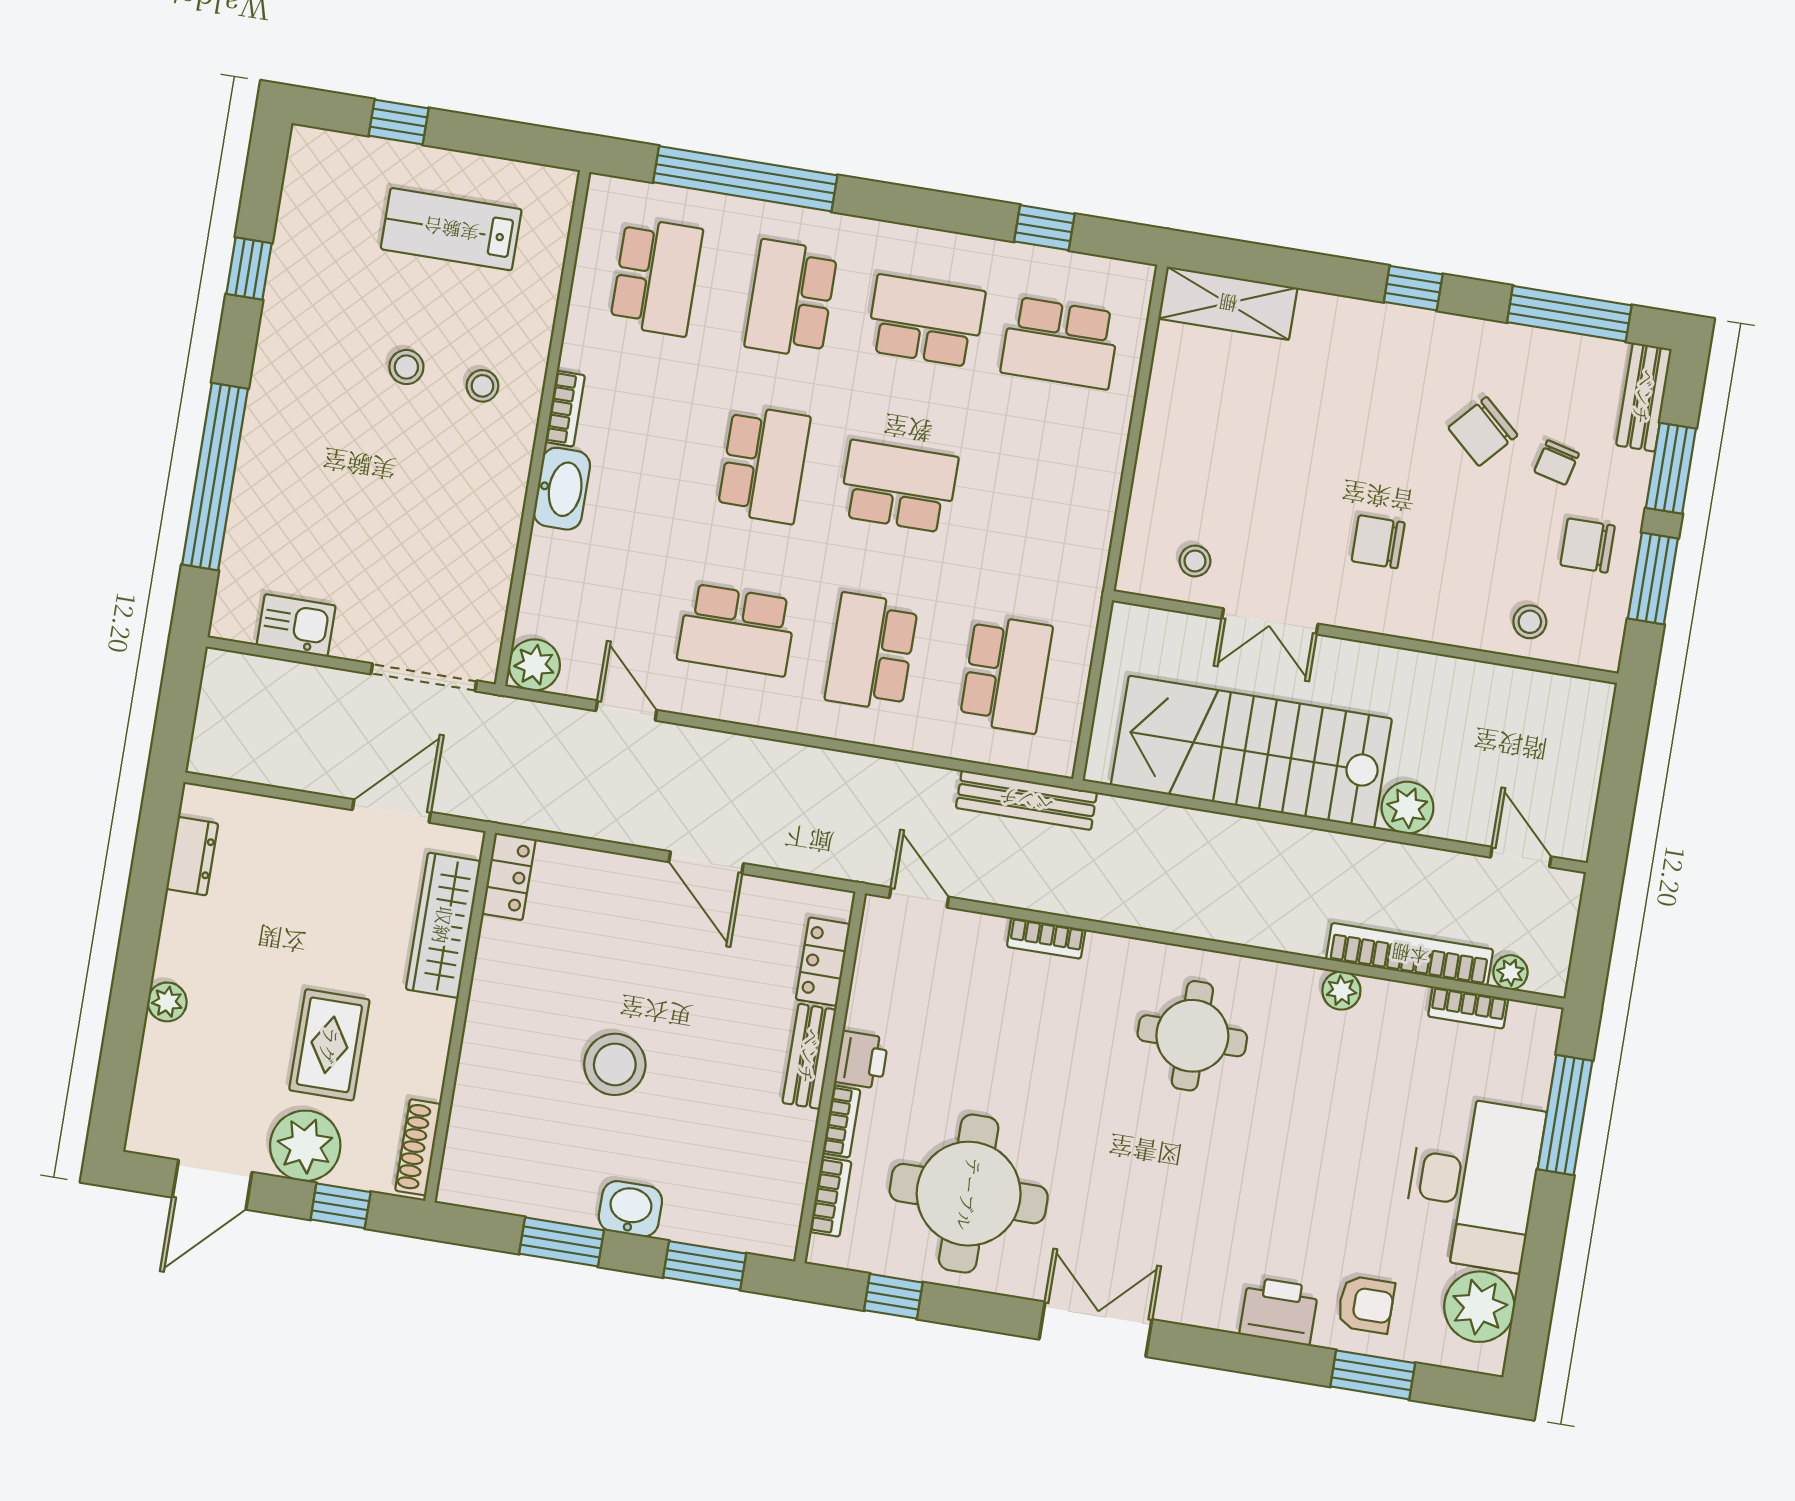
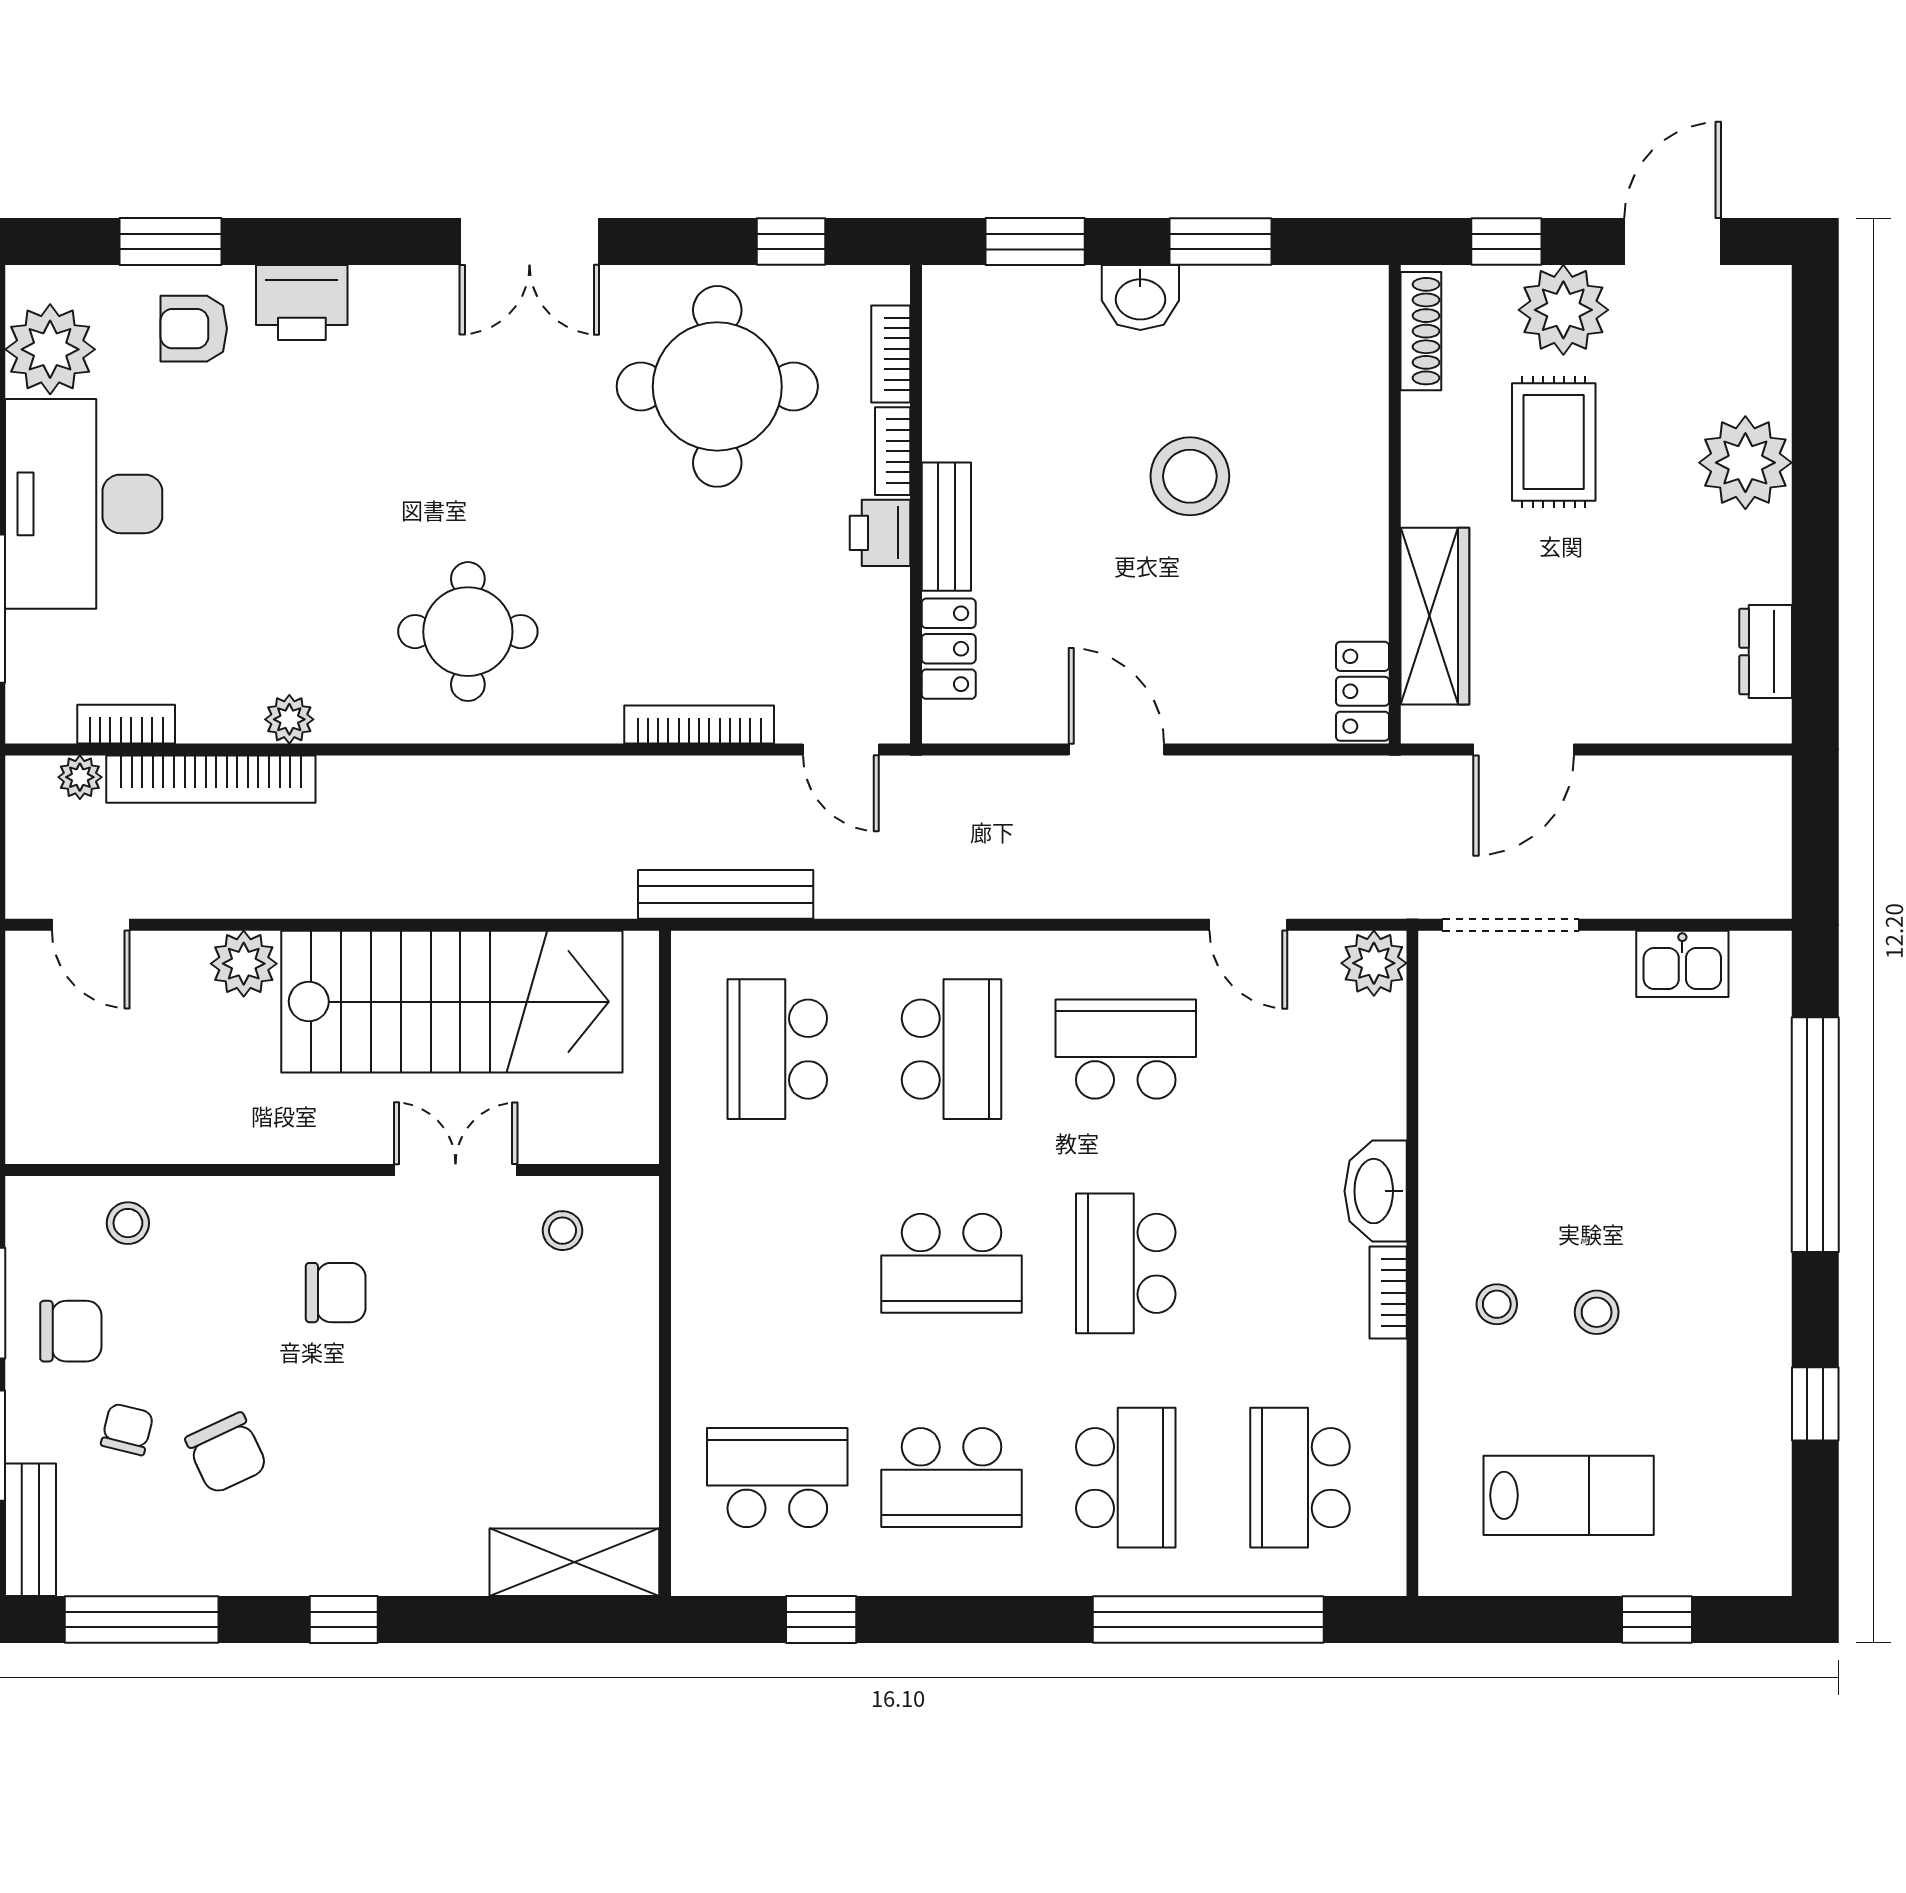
chair: (1483, 431) -> (226, 1453), turned 113
bookcase: (1046, 938) -> (699, 725), width x1.56
plant: (167, 1002) -> (1745, 463), width x1.87, depth x1.87

